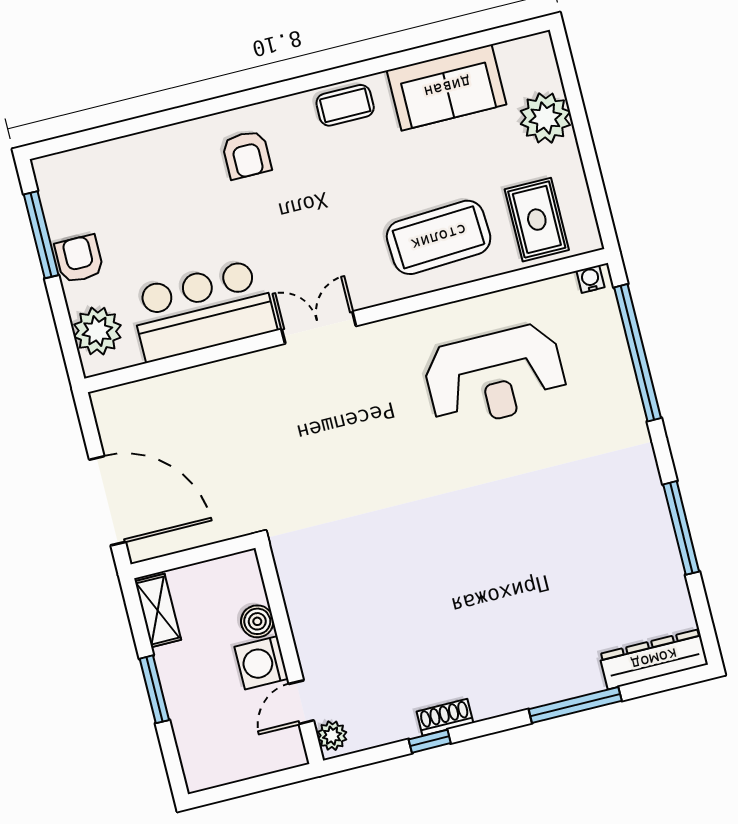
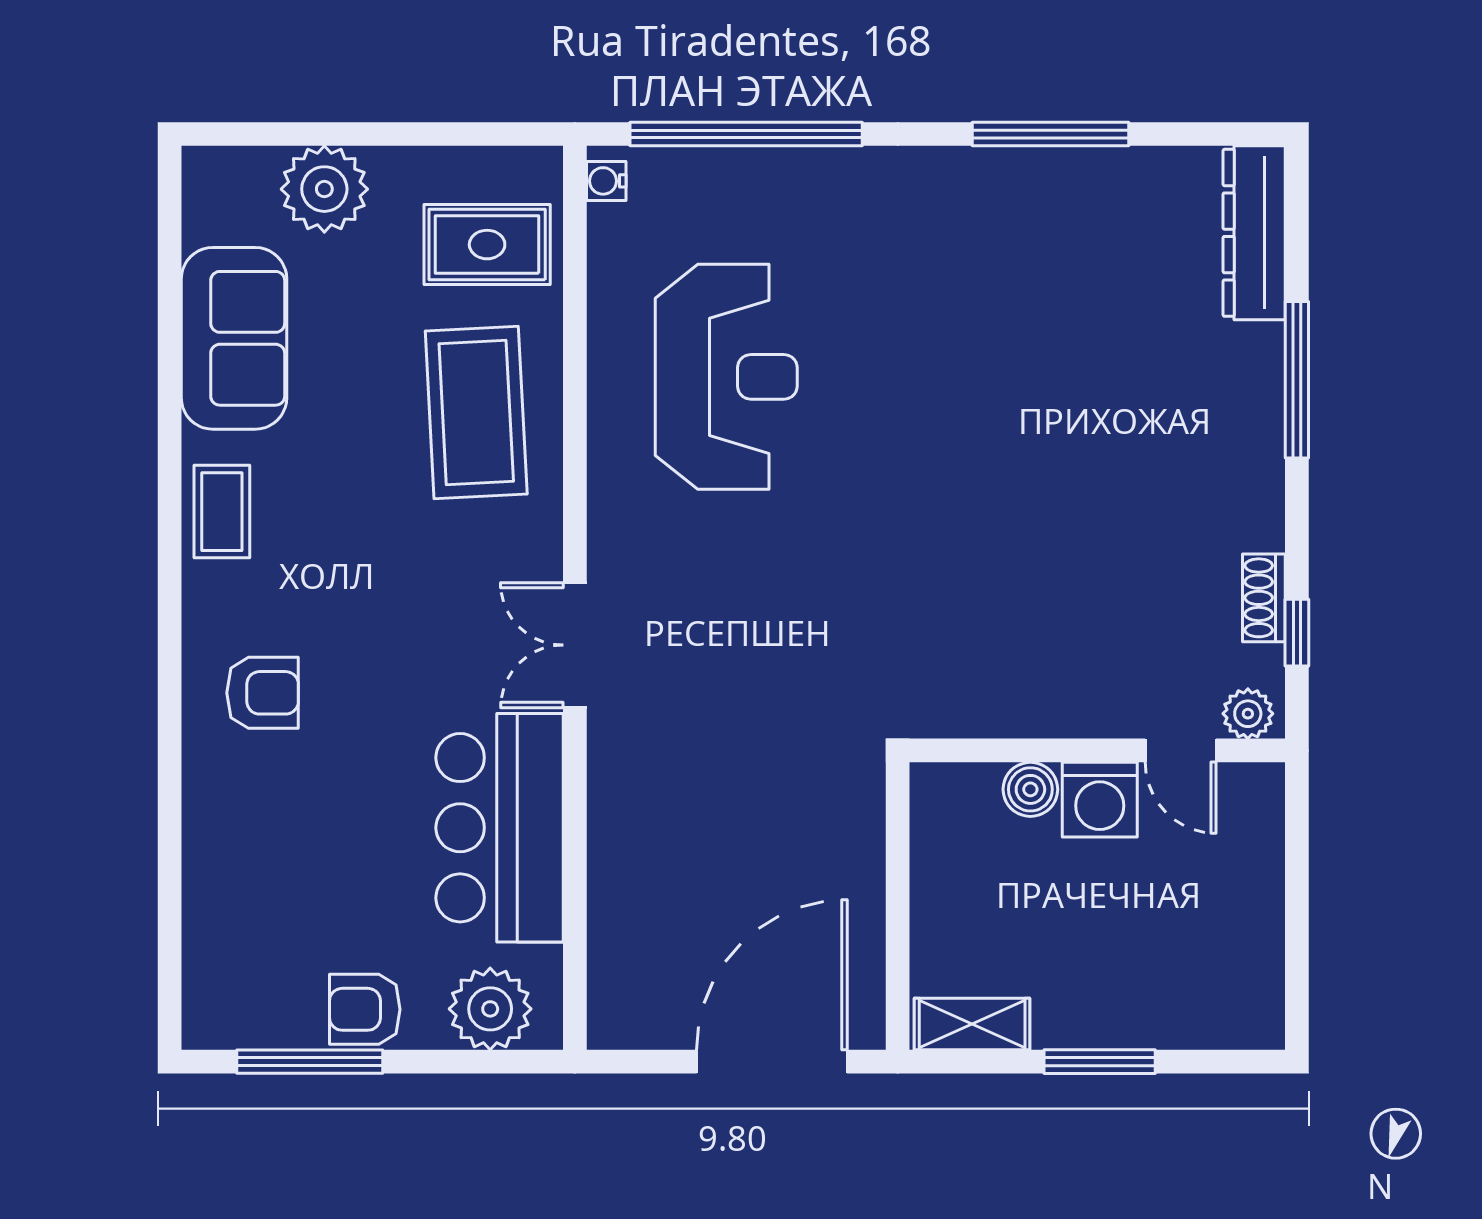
boiler: (257, 621) -> (1030, 789), moved
wall: (289, 654) -> (1097, 750), moved
washing machine: (261, 663) -> (1100, 800), moved
door: (301, 702) -> (1181, 750), moved
plant: (332, 736) -> (1248, 714), moved

